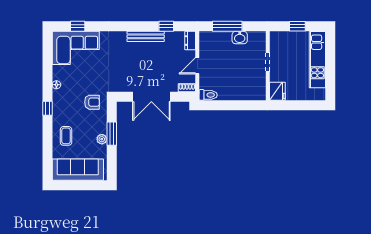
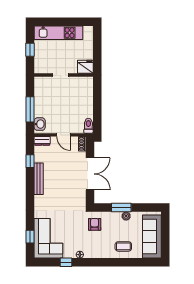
washbasin: (240, 38) -> (40, 124), moved
window: (47, 108) -> (66, 262), moved

